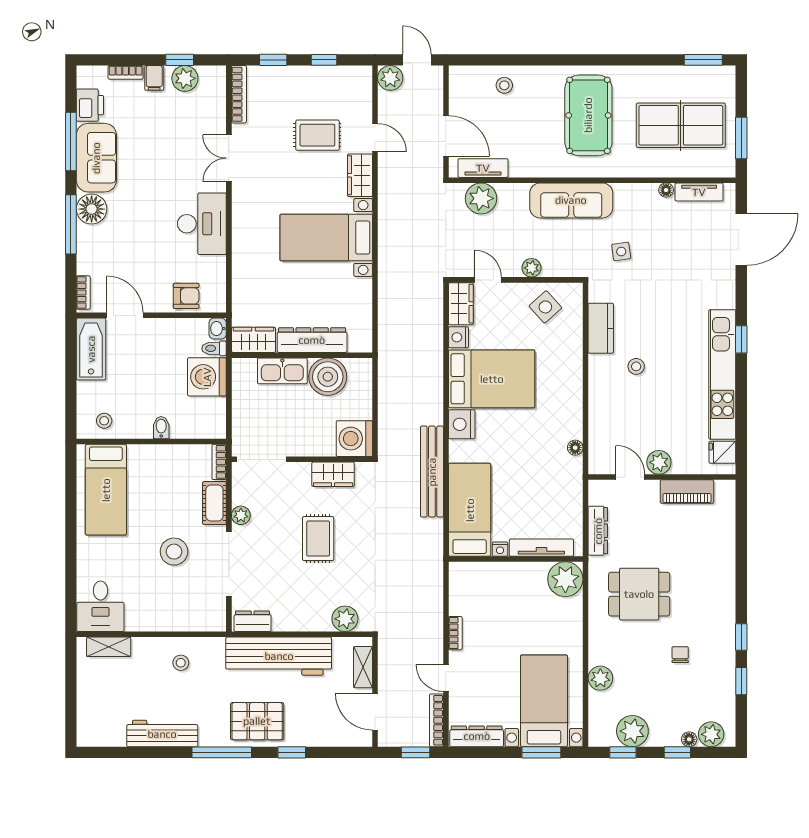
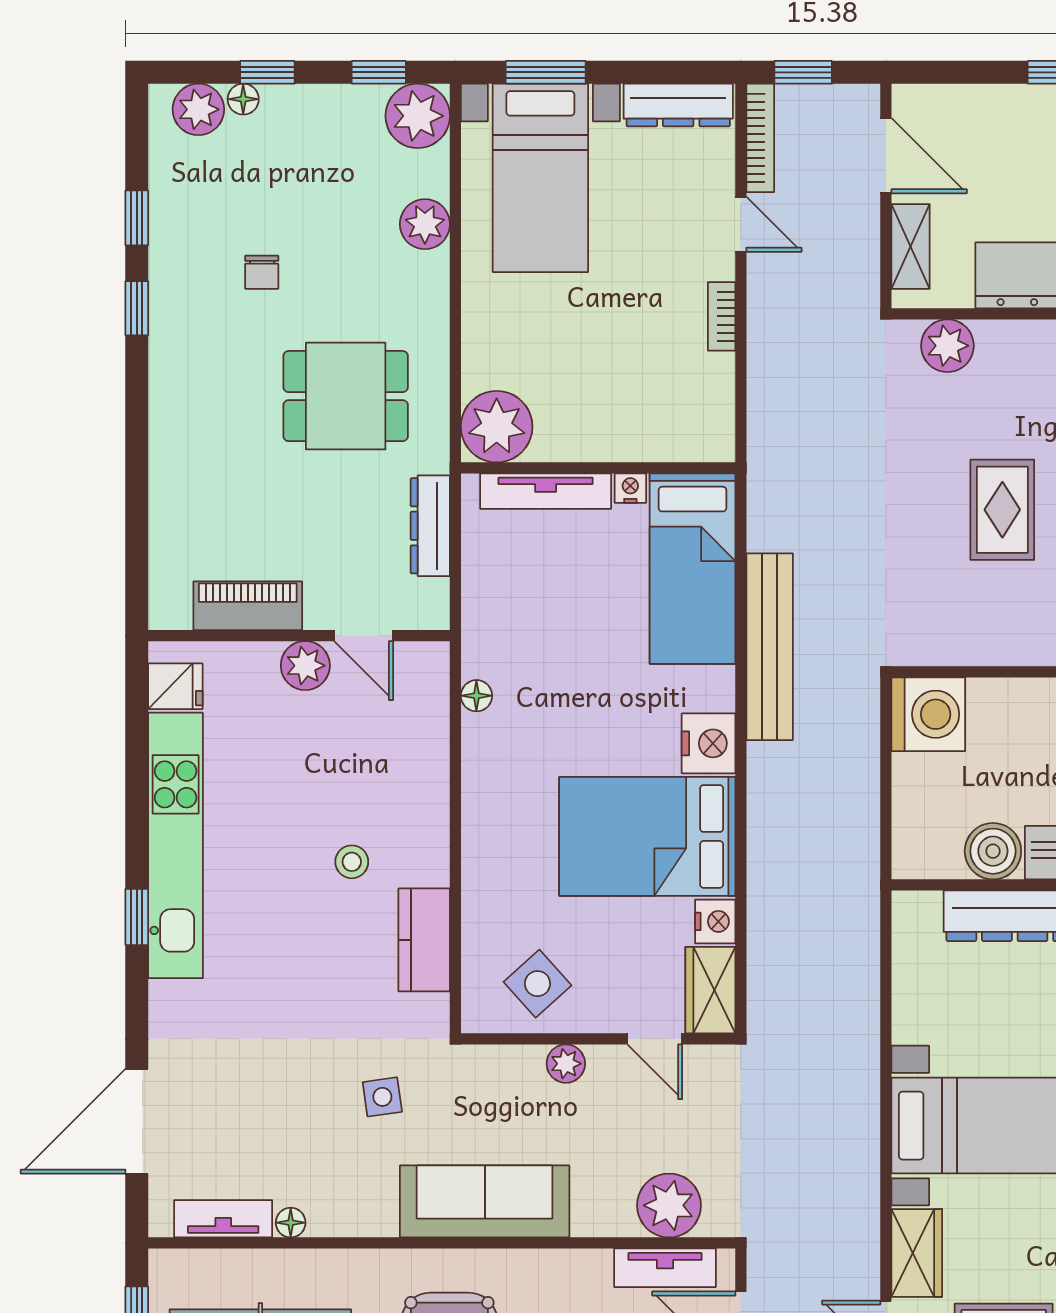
boiler: (328, 377) -> (993, 851), width x0.73, depth x0.73
wardrobe: (333, 474) -> (972, 641), removed
plant: (632, 731) -> (418, 116), moved

